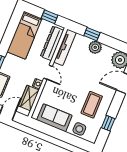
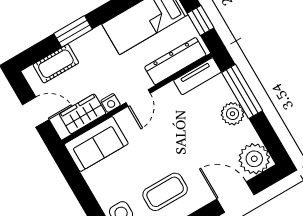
window: (92, 34) -> (242, 91), width x2.17
tv unit: (65, 47) -> (197, 76), width x0.71
sofa: (54, 118) -> (96, 144), moved, turned 90

